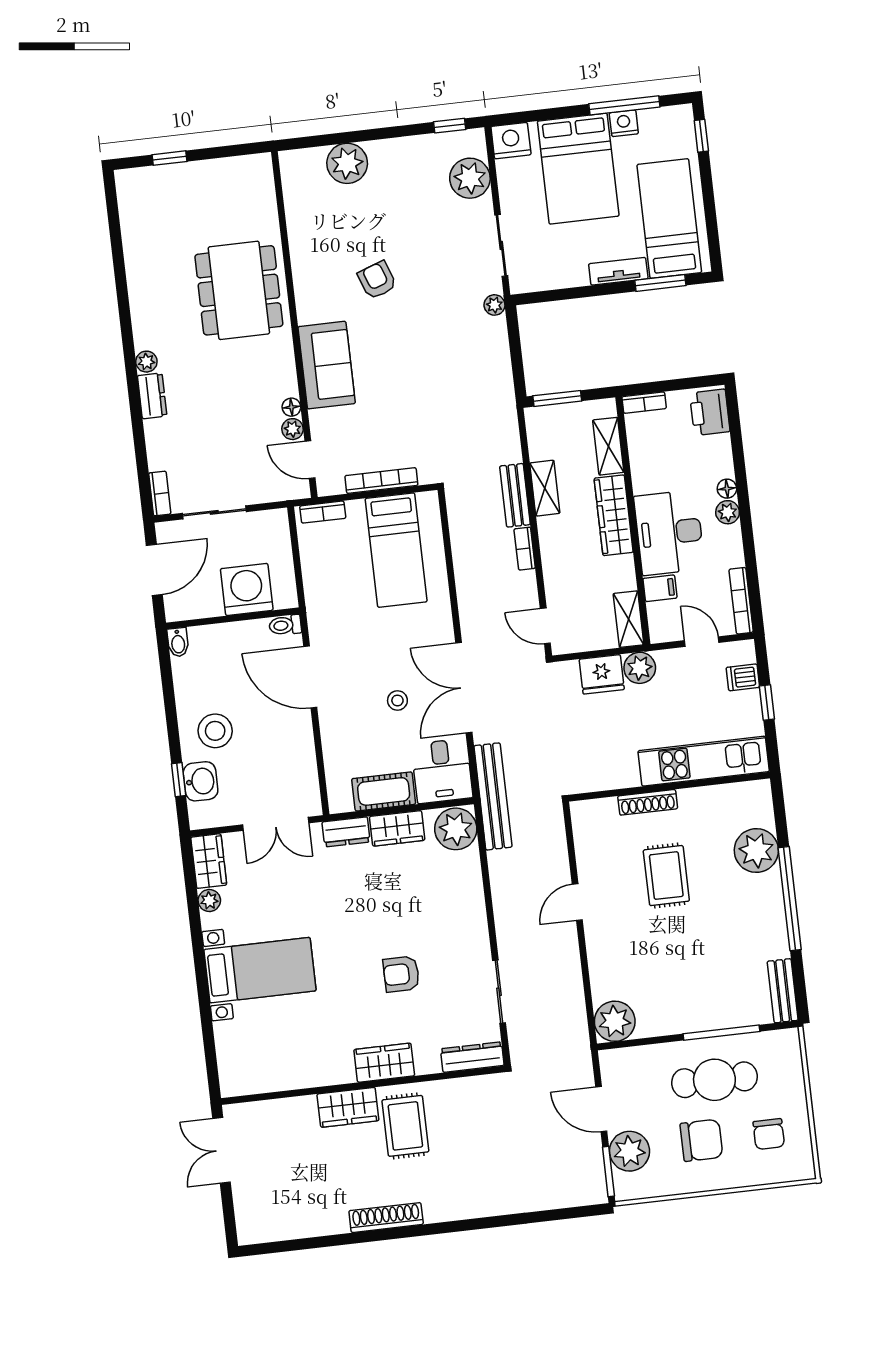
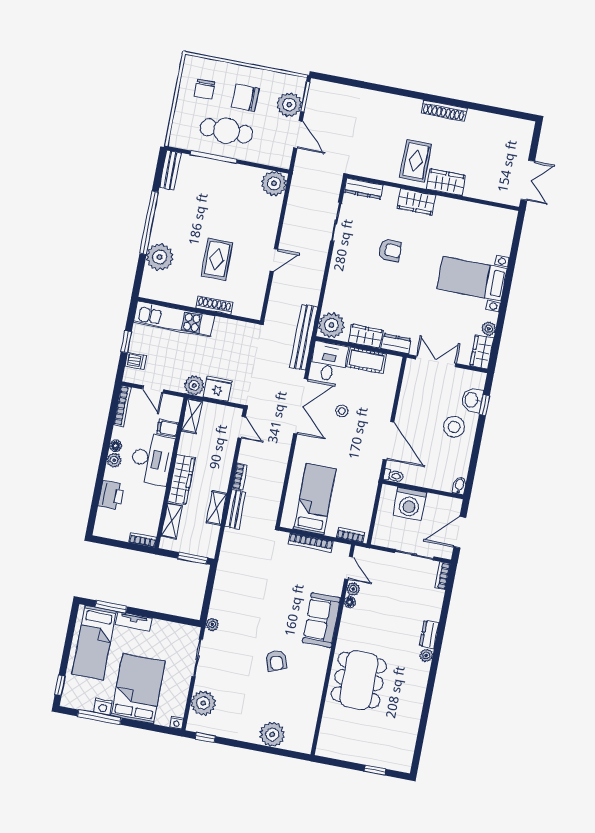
nightstand: (511, 141) -> (177, 723), width x0.53, depth x0.56
printer: (710, 412) -> (111, 495), moved
floor lamp: (727, 489) -> (116, 446), moved
chair: (769, 1134) -> (205, 89), turned 180

